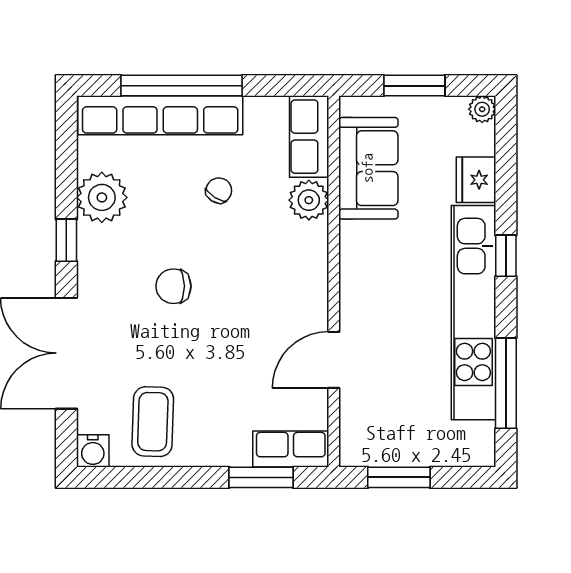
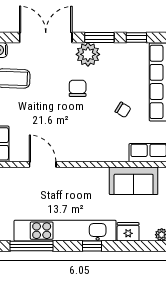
window: (66, 162) -> (136, 37), added
plant: (102, 197) -> (88, 54), moved
plant: (309, 200) -> (118, 153), removed
window: (66, 240) -> (99, 37), width x1.50

